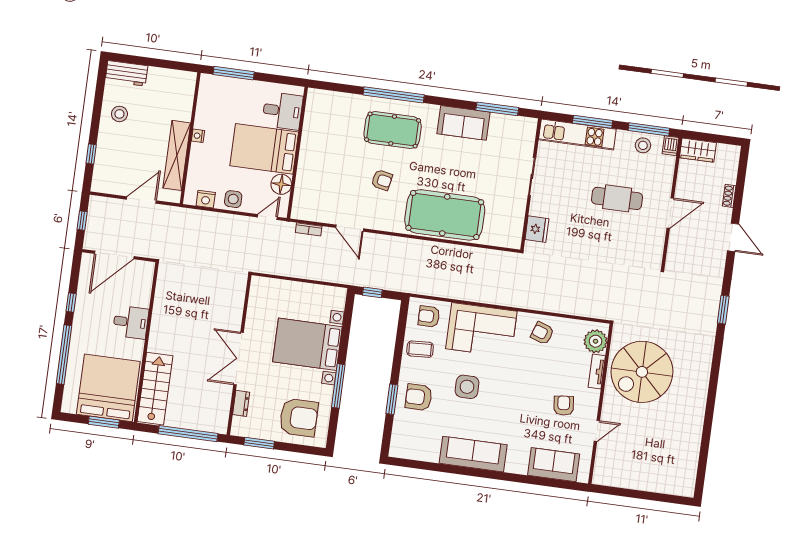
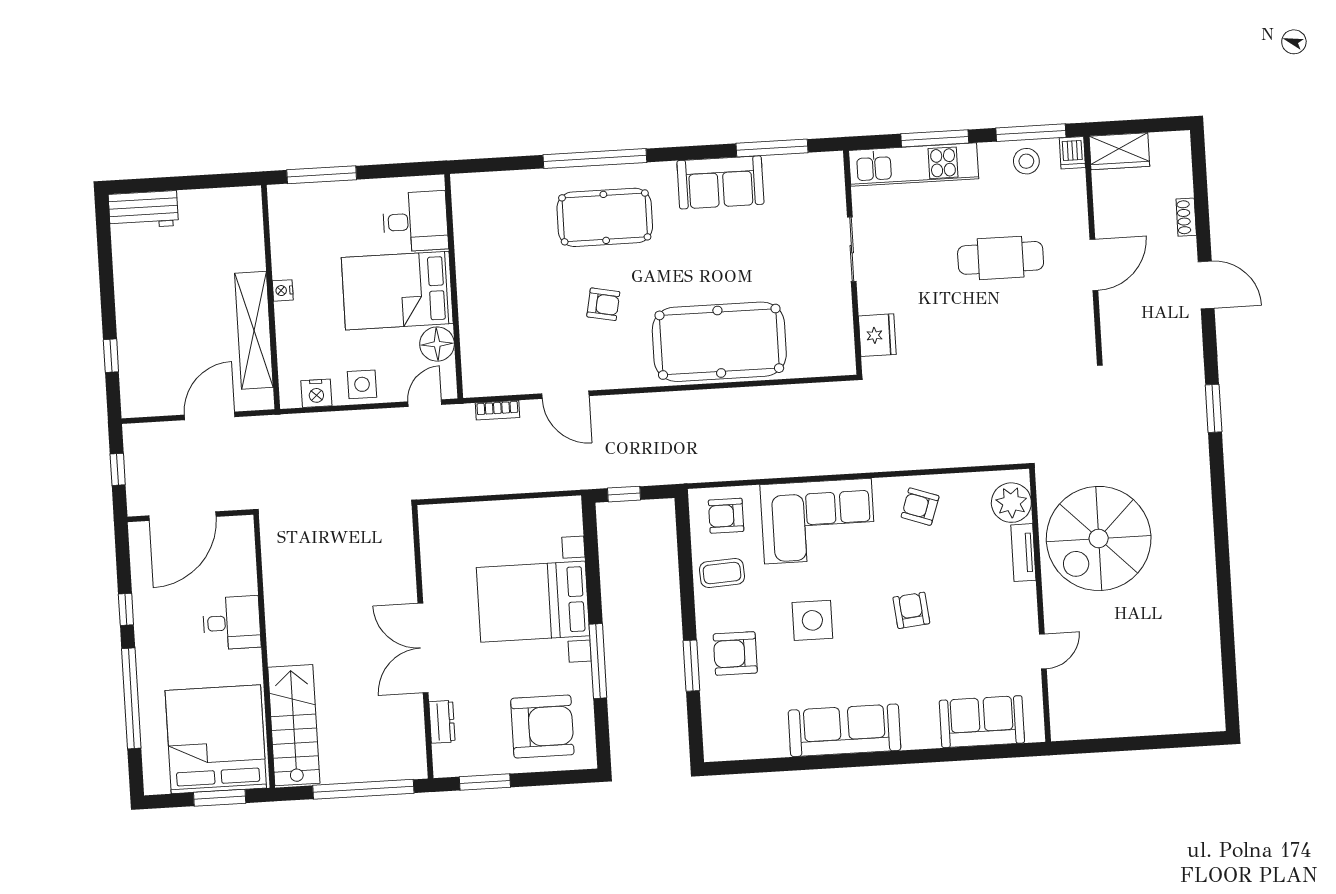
stool: (119, 114) -> (145, 280), removed
armchair: (564, 406) -> (911, 610), moved

